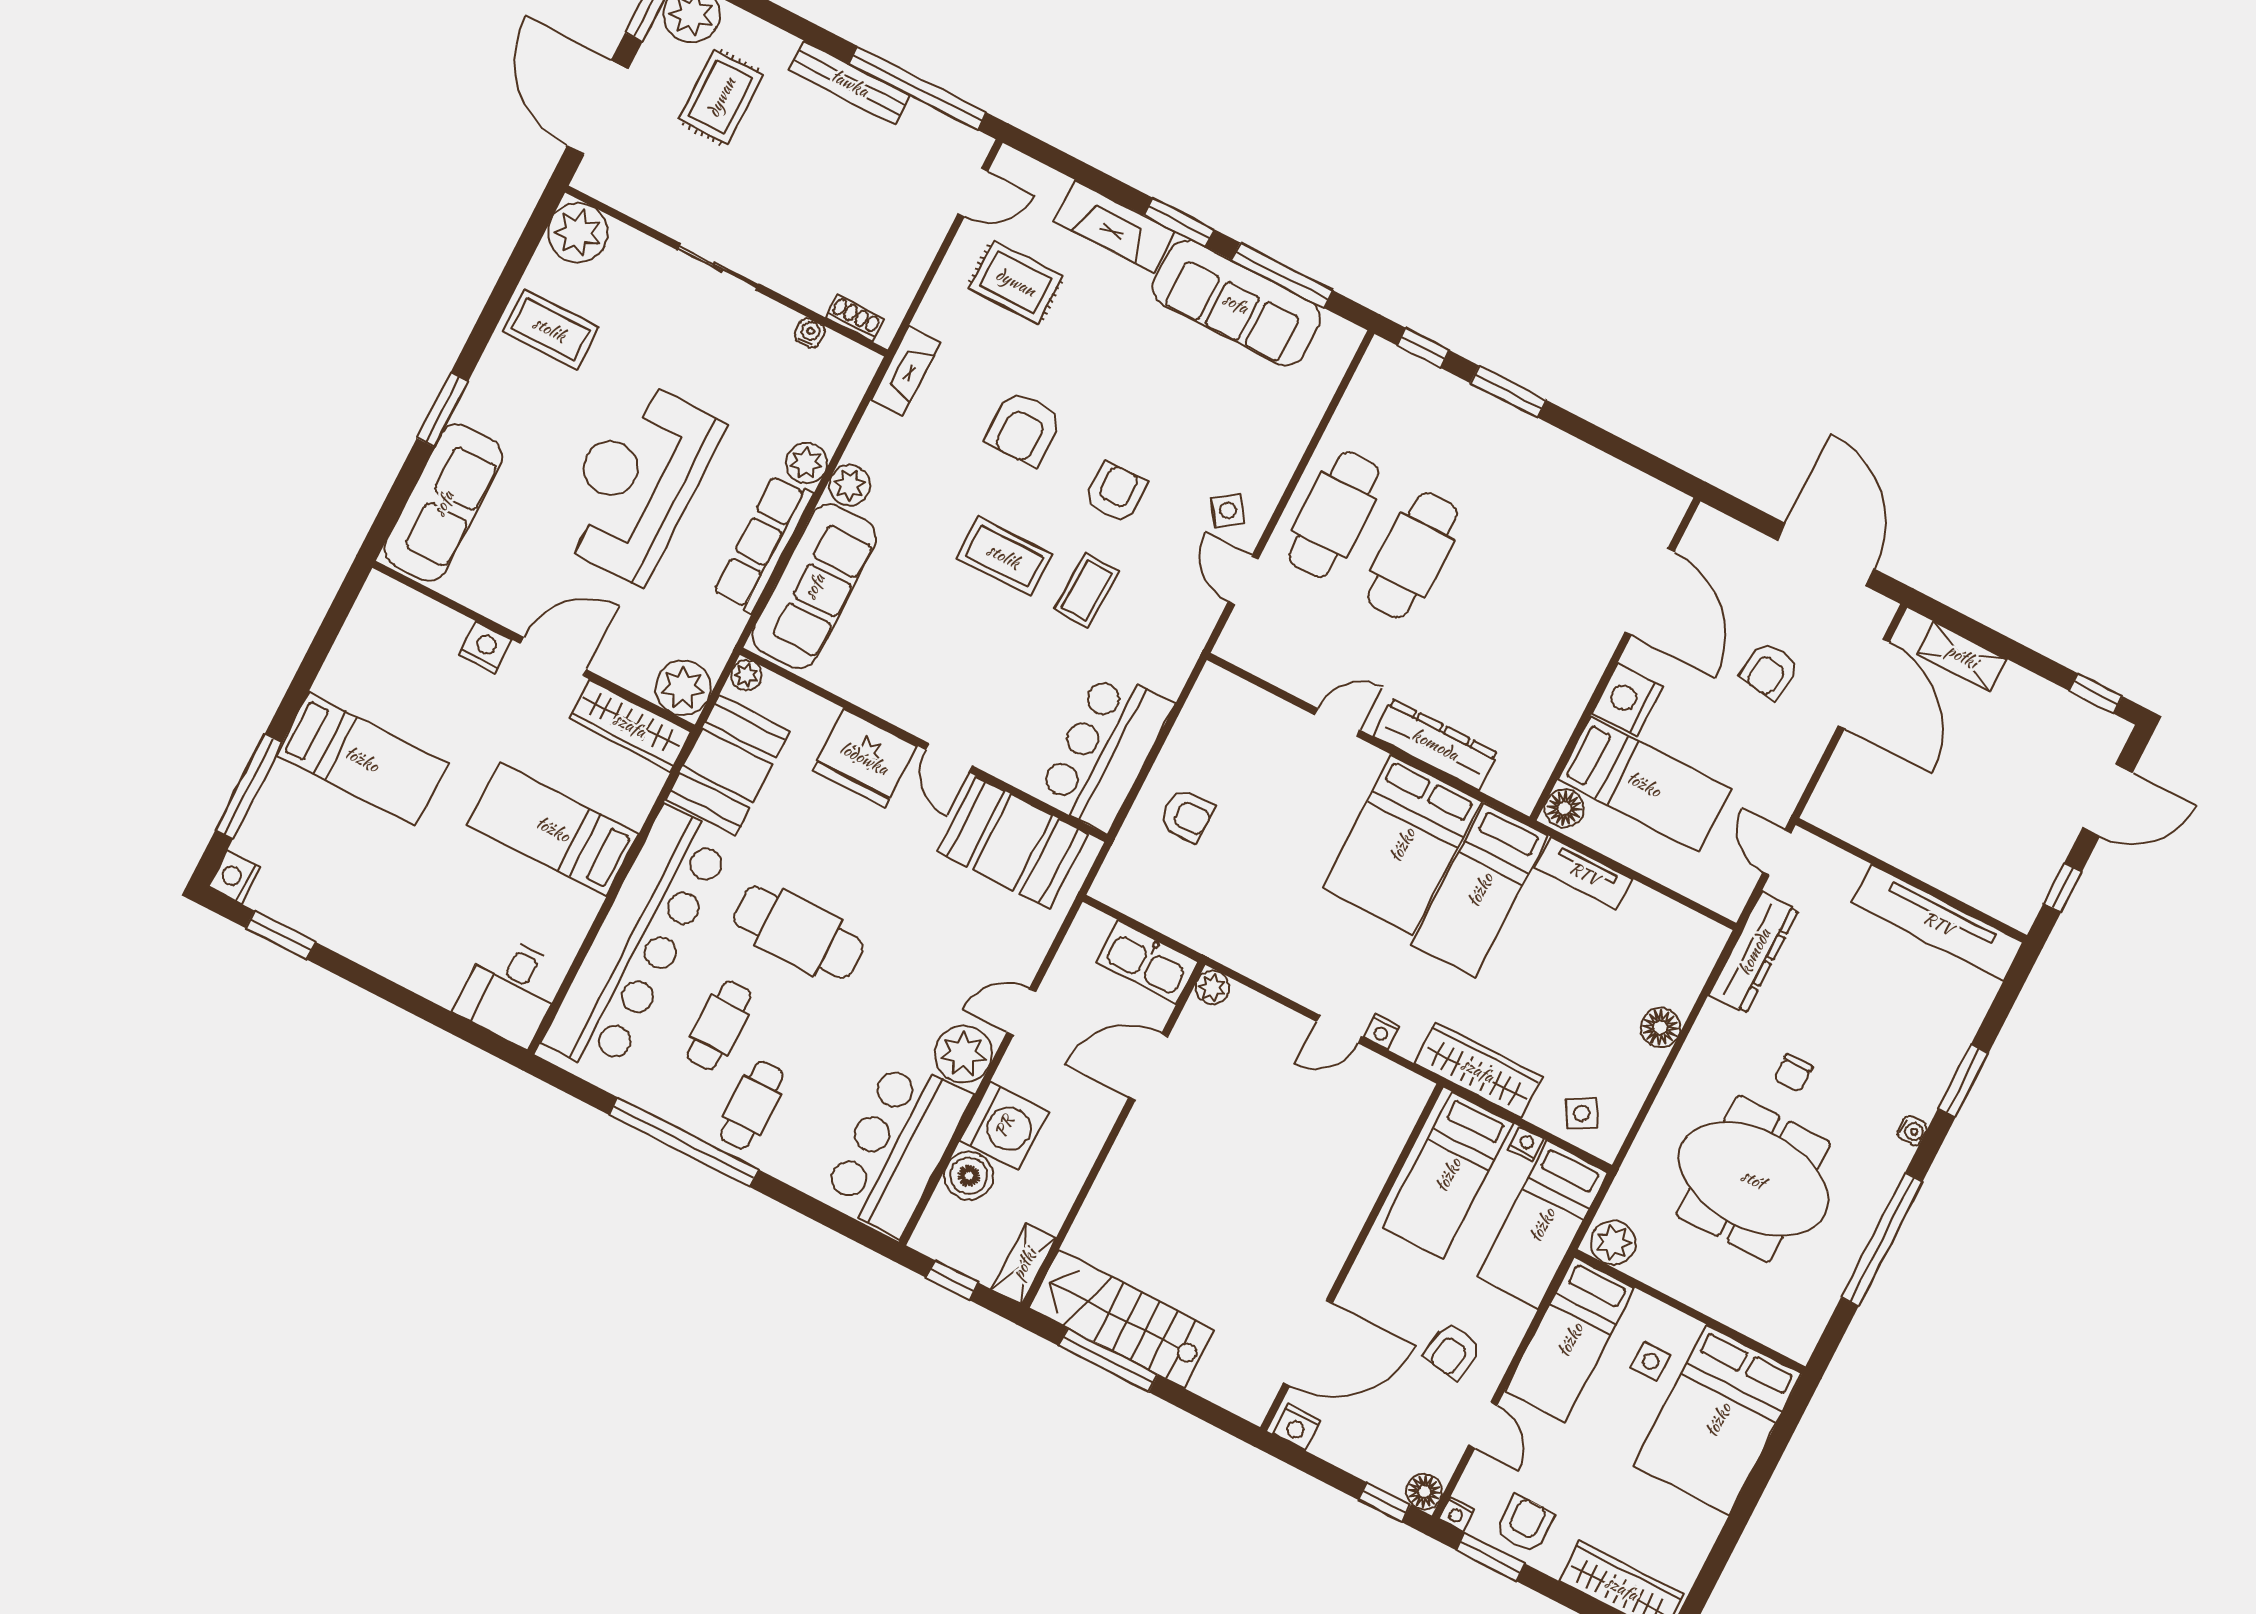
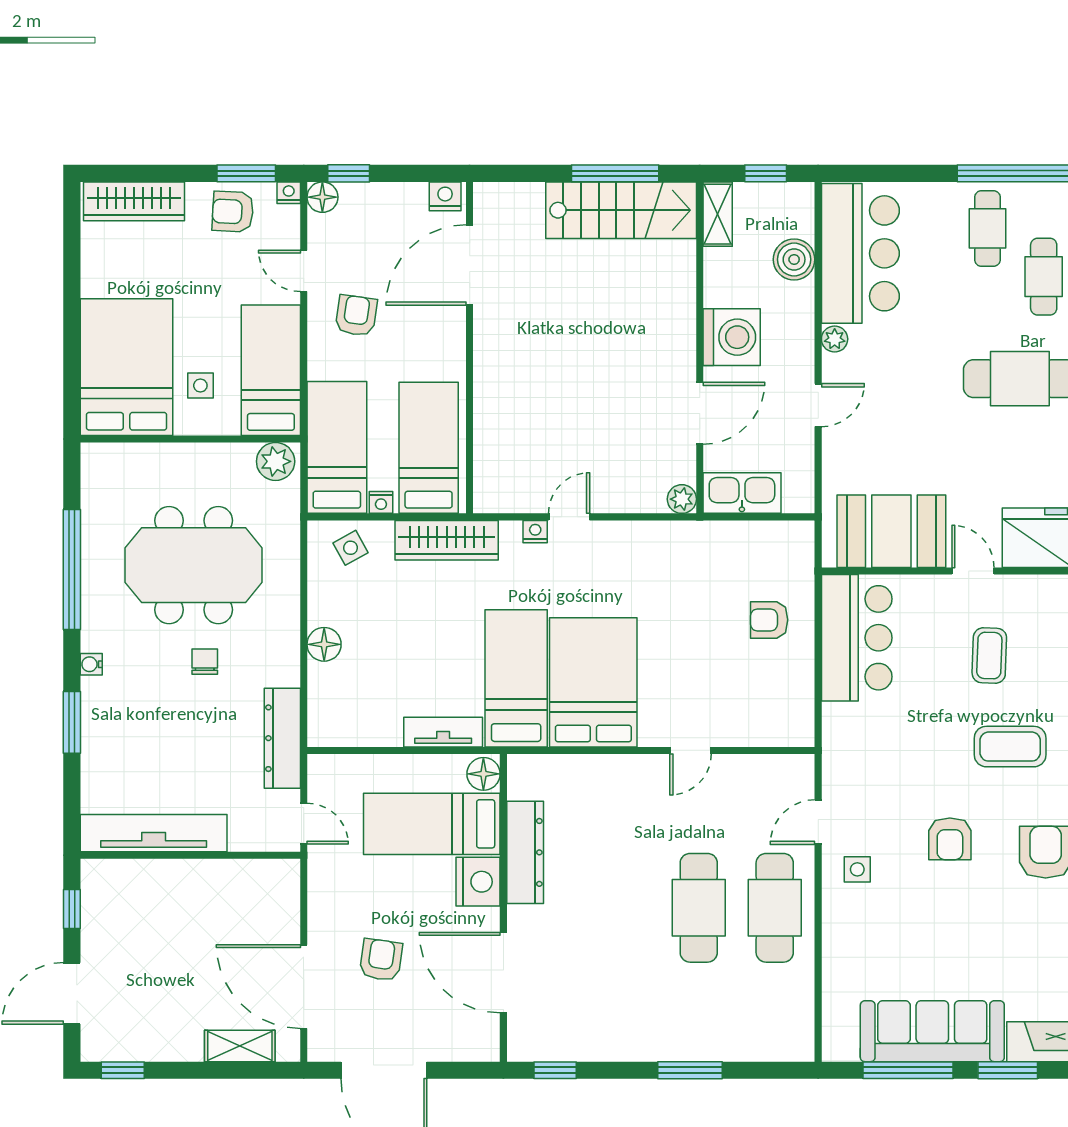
window: (1423, 348) -> (555, 1070), moved
side table: (1228, 510) -> (857, 869), turned 34
door: (1243, 580) -> (818, 822), swing flipped
coffee table: (1087, 590) -> (989, 656), moved
dresser: (1435, 744) -> (525, 852), moved, turned -90
plant: (963, 1054) -> (835, 339), width x0.53, depth x0.53
washing machine: (1004, 1126) -> (732, 337), moved, turned 180
armchair: (1525, 1524) -> (233, 212), turned 93

